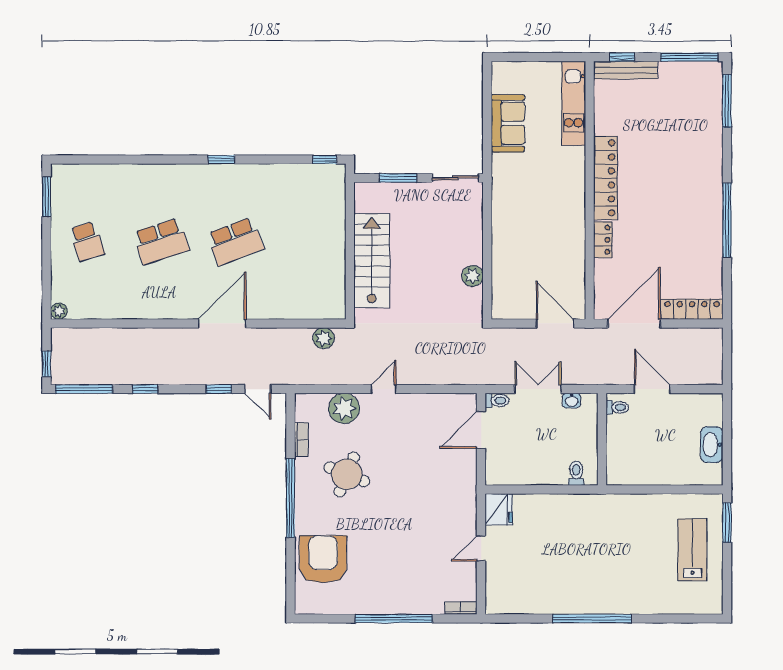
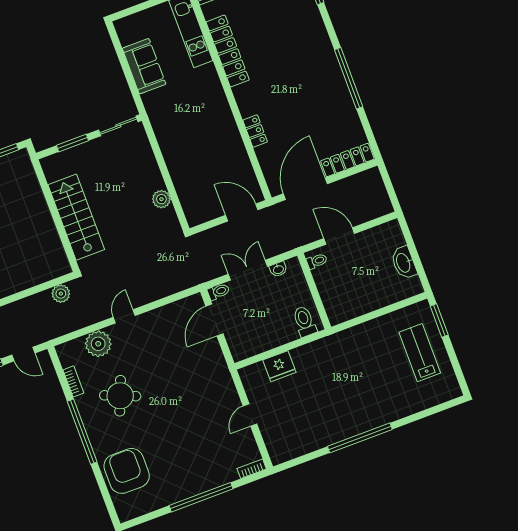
locker: (606, 178) -> (228, 51), moved
toilet: (576, 473) -> (304, 321), width x1.37, depth x1.39
fridge: (499, 509) -> (279, 366), moved, turned 90

